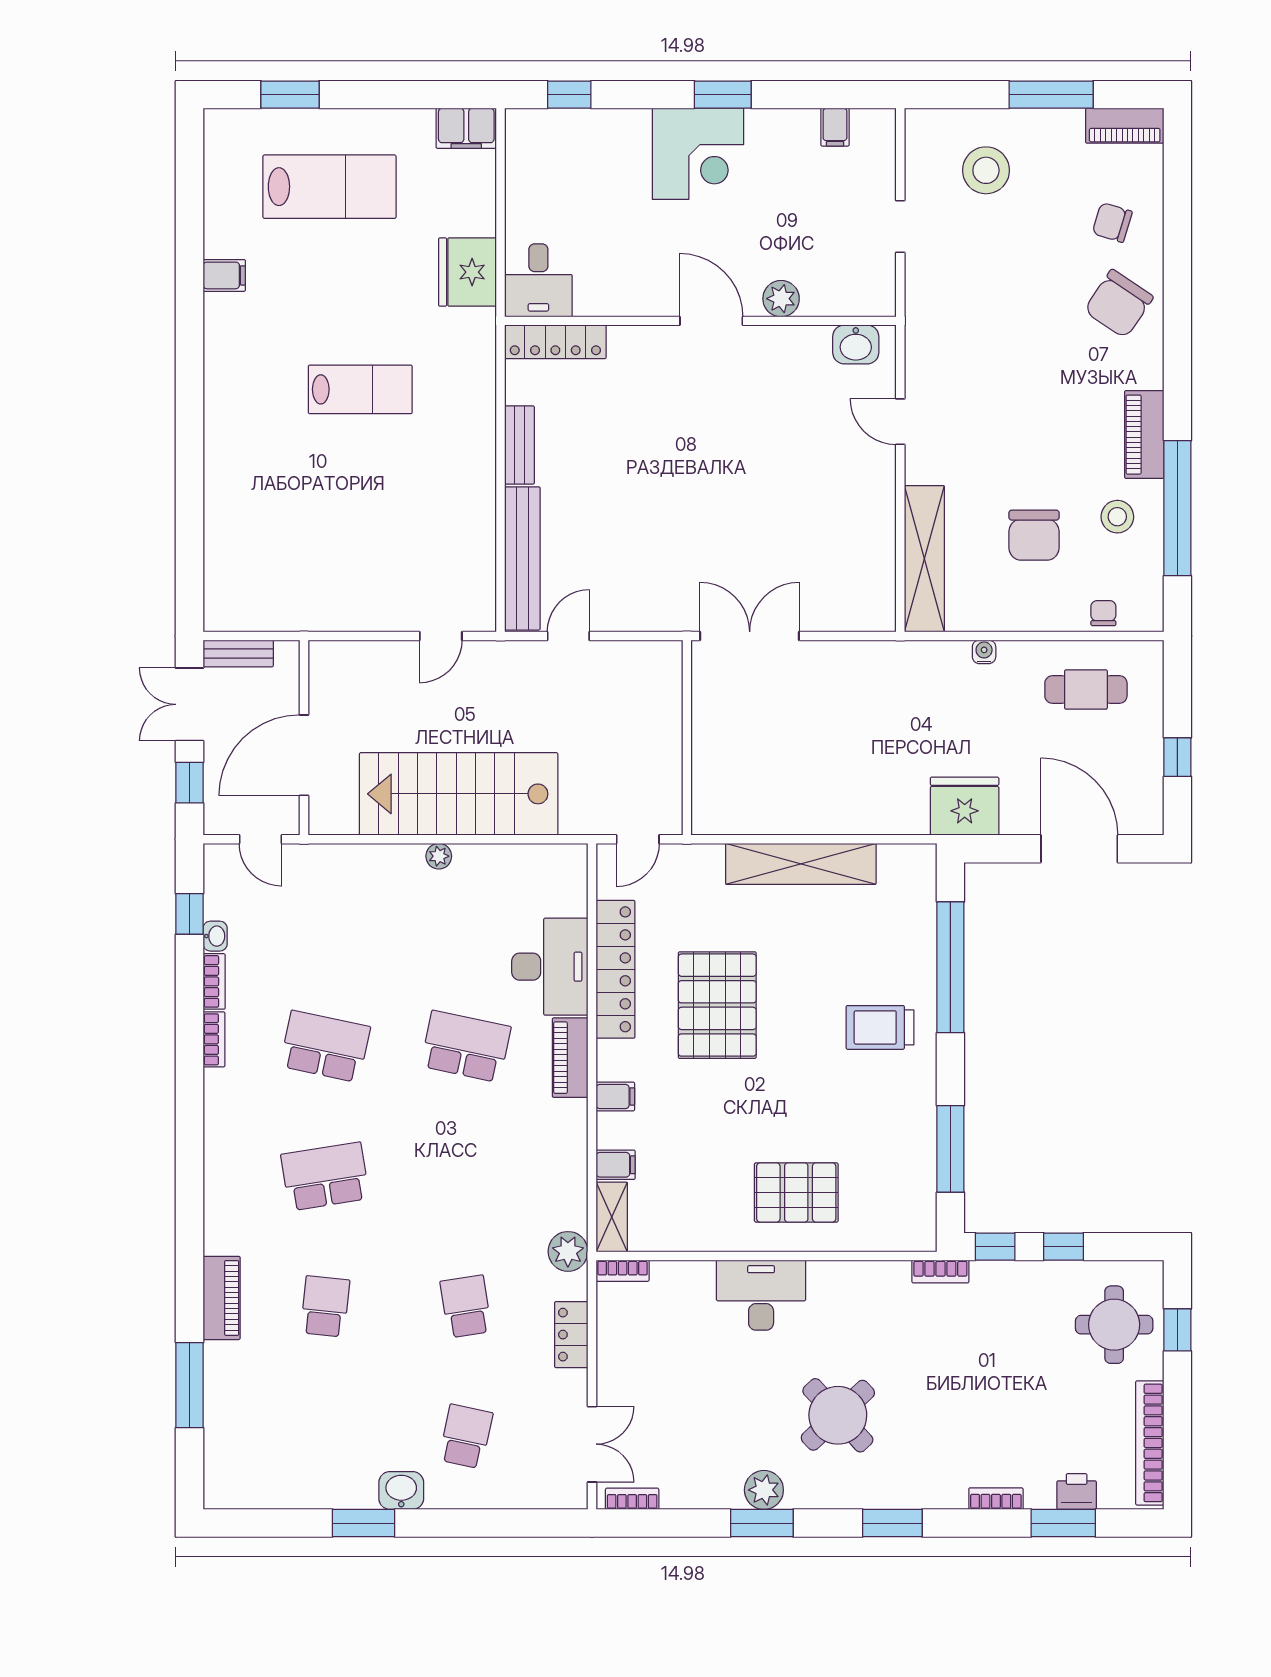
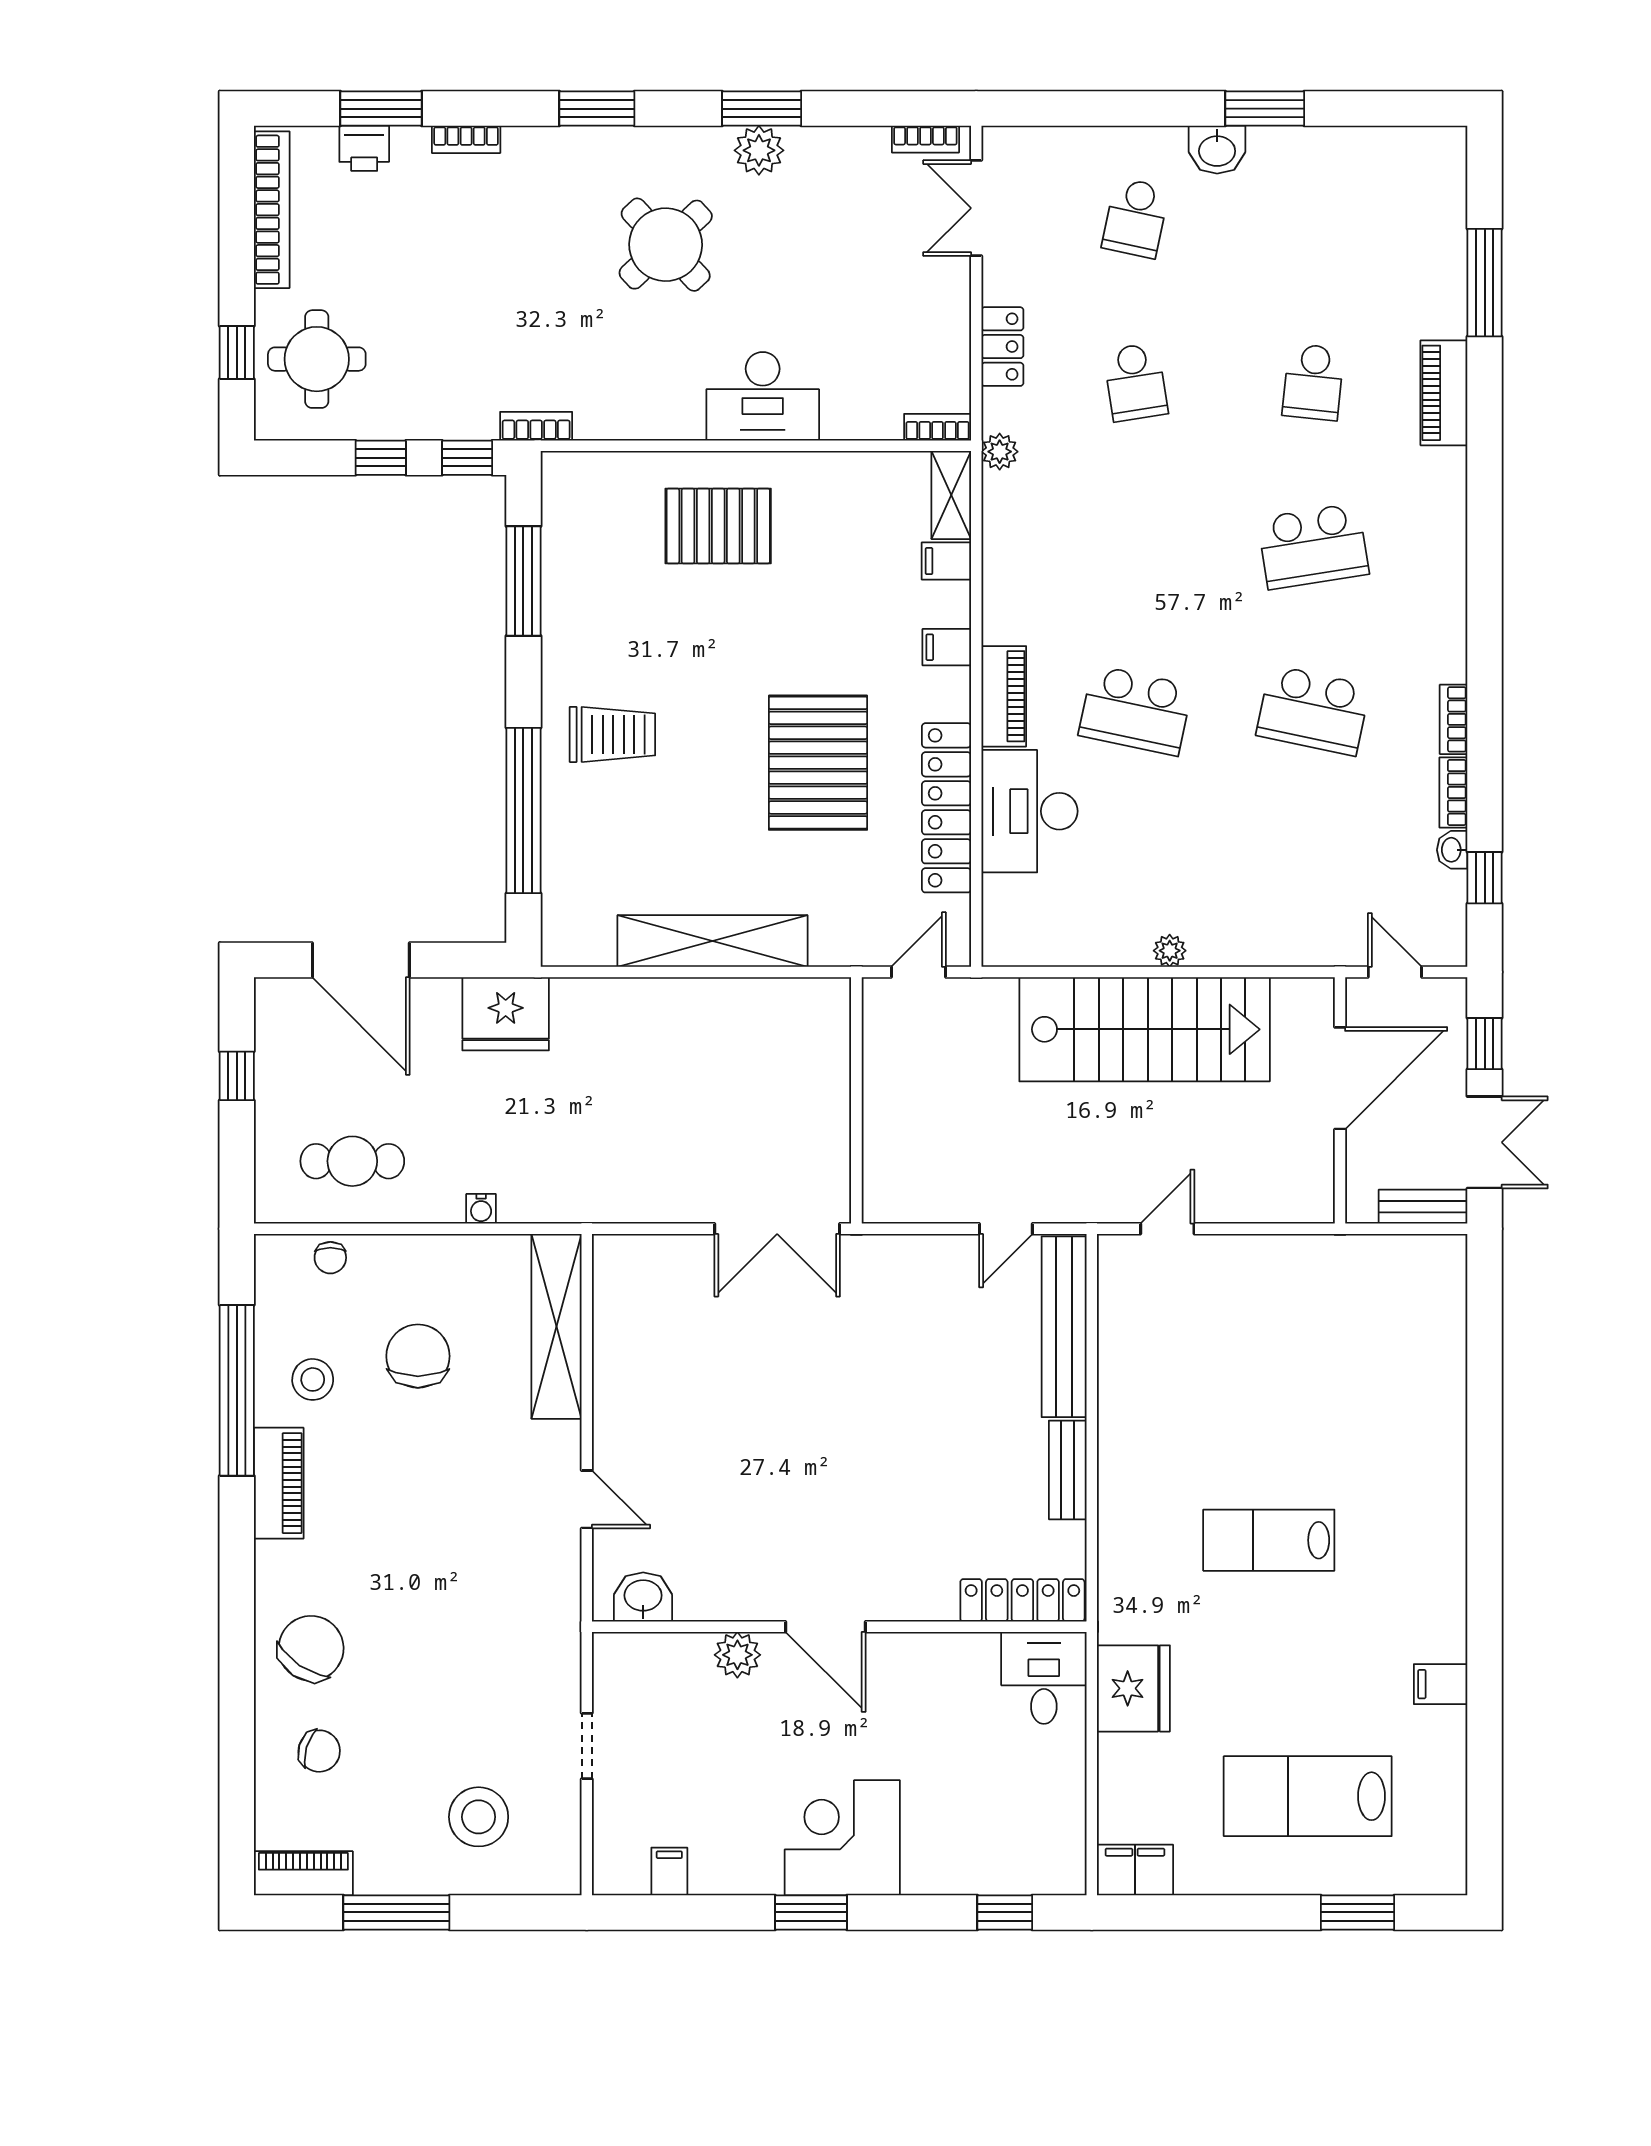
plant: (568, 1251) -> (1000, 452), width x0.73, depth x0.73

